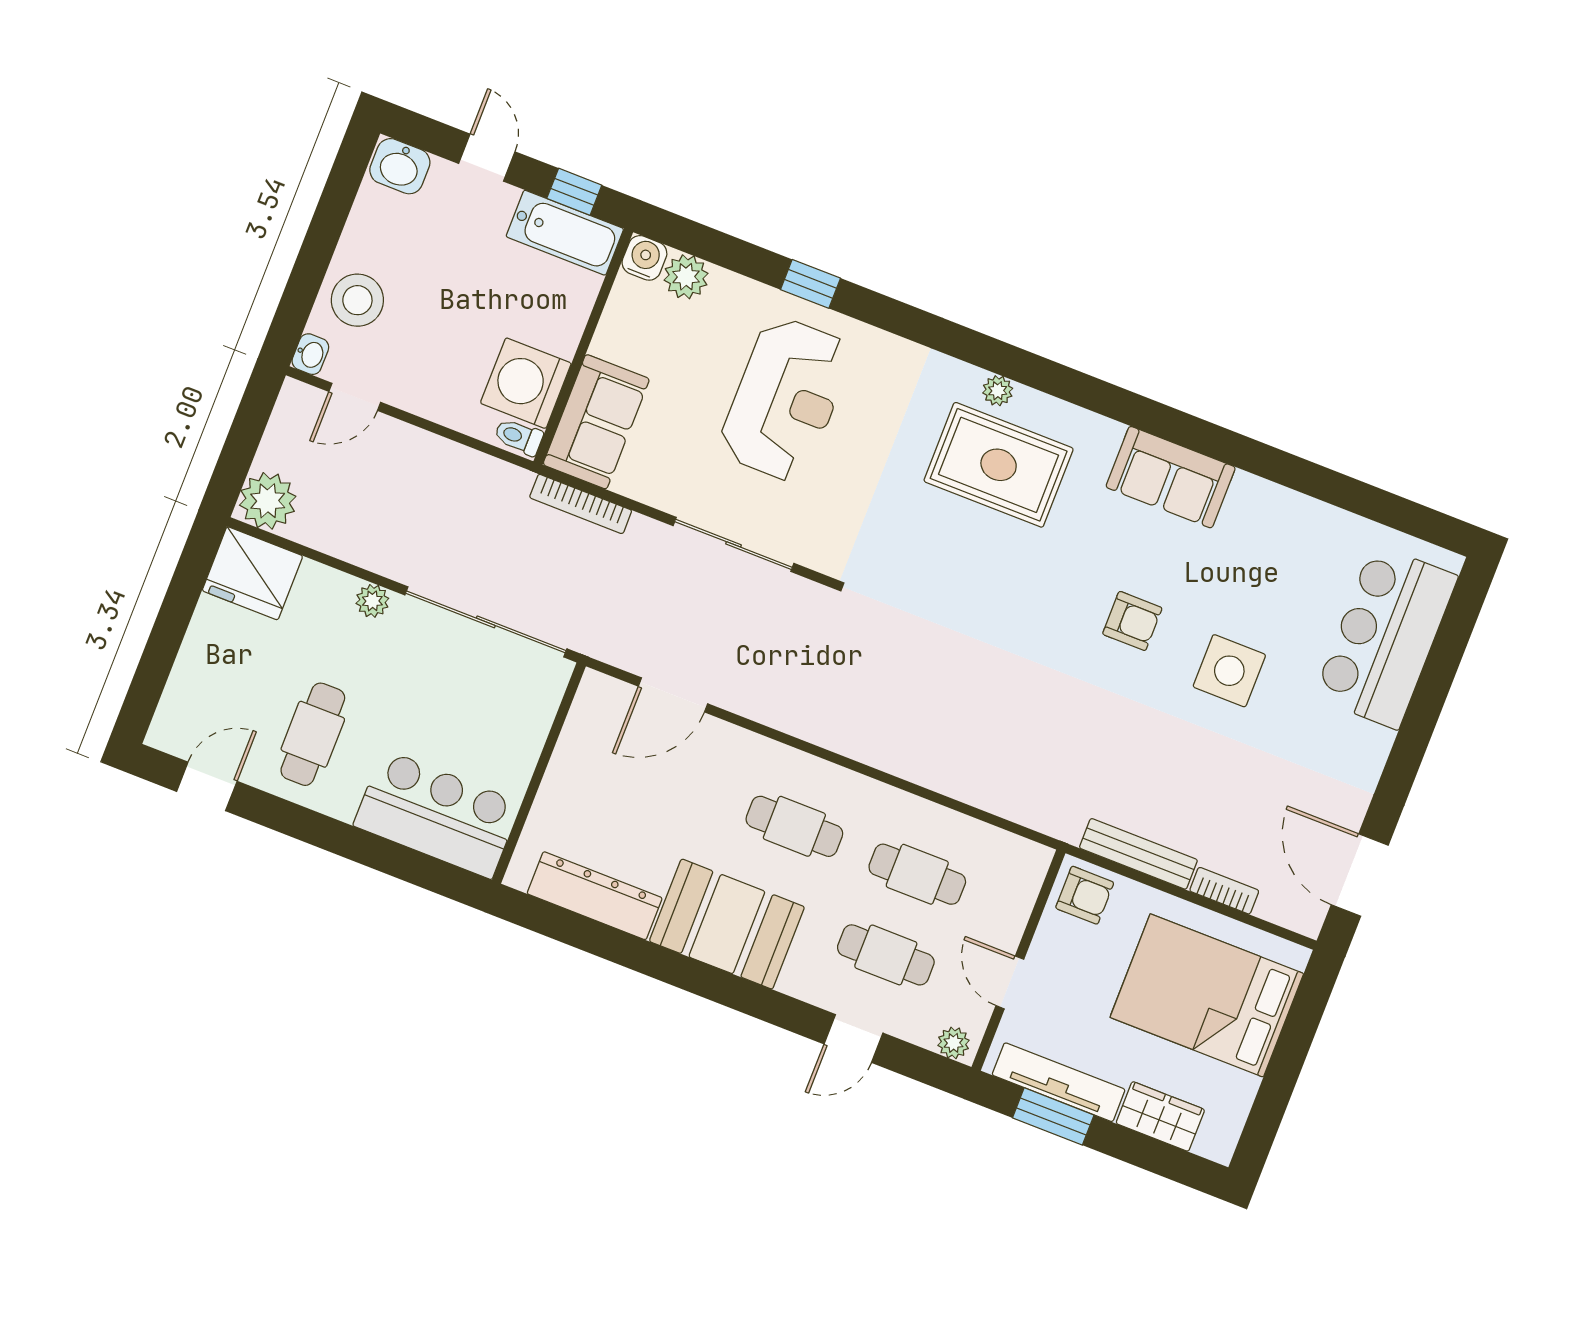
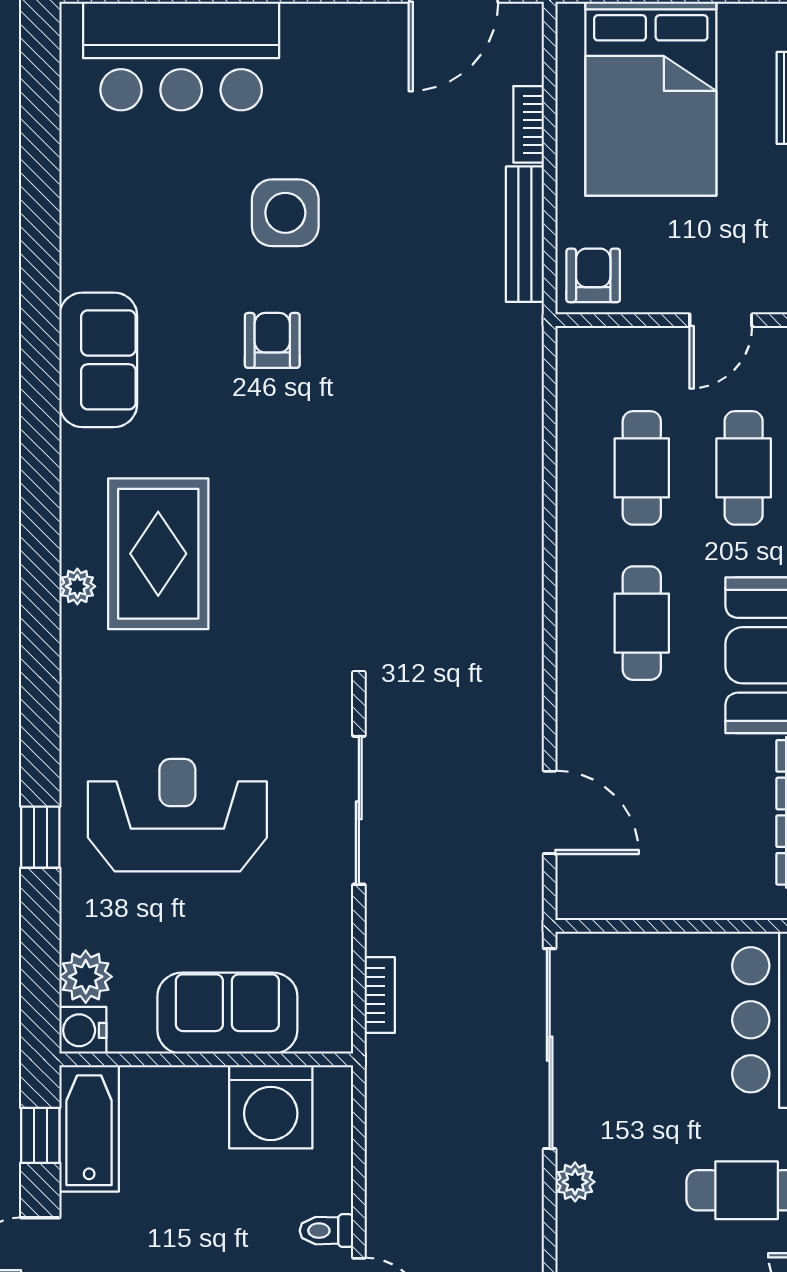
sofa: (596, 422) -> (227, 1013), moved
toilet: (519, 437) -> (326, 1231), moved, turned 90
bookcase: (581, 504) -> (380, 995), width x0.64

